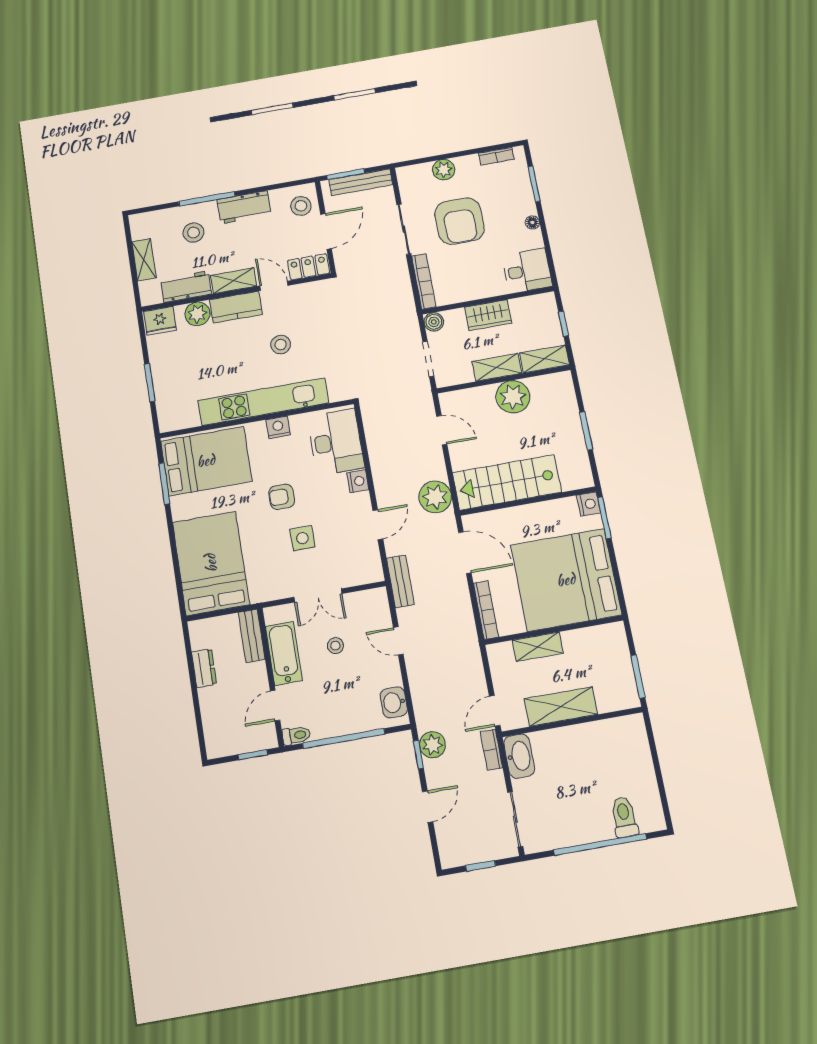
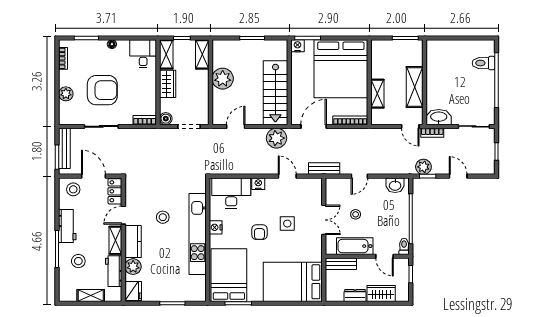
bookcase: (424, 281) -> (145, 120), width x0.64
shelving: (497, 367) -> (166, 54), moved
wardrobe: (214, 711) -> (381, 293), added

